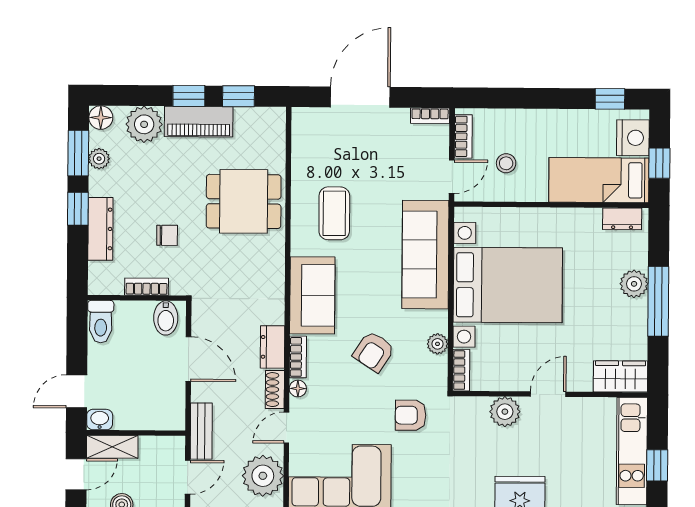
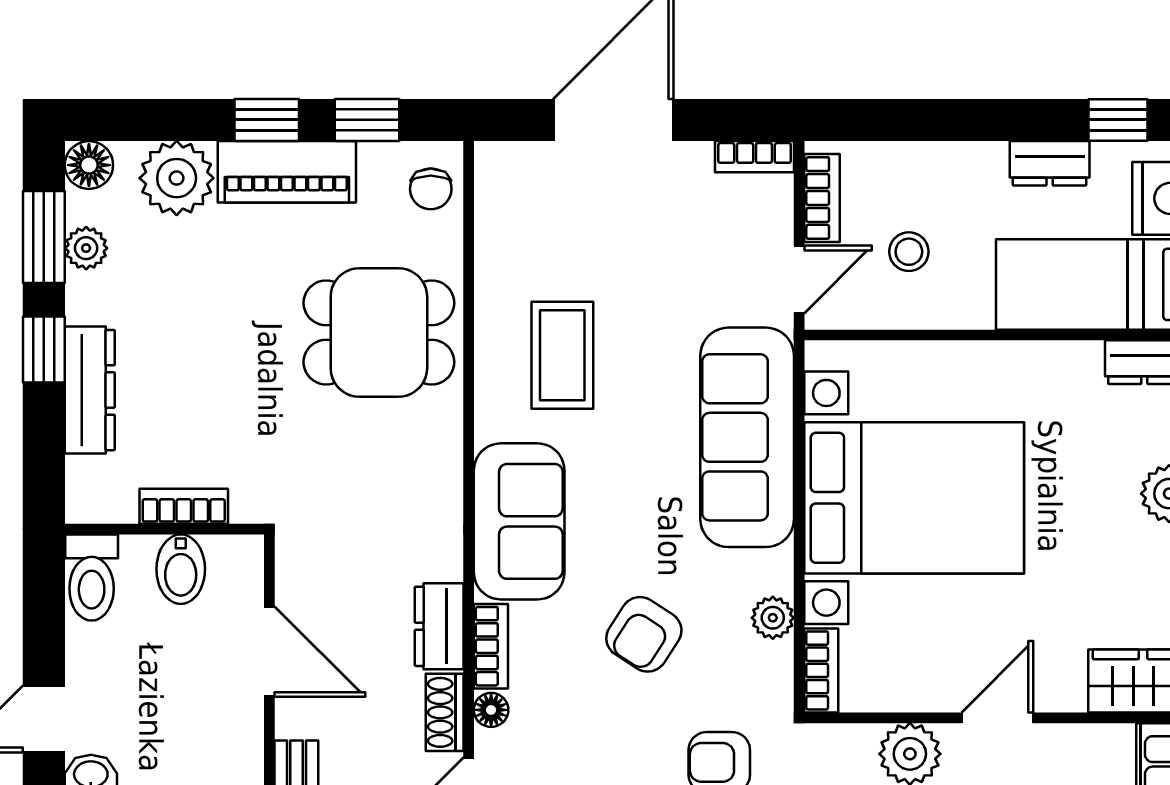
dresser: (576, 120) -> (1050, 163), added
chair: (167, 235) -> (431, 189), moved, turned 90
bidet: (166, 318) -> (181, 569), moved

